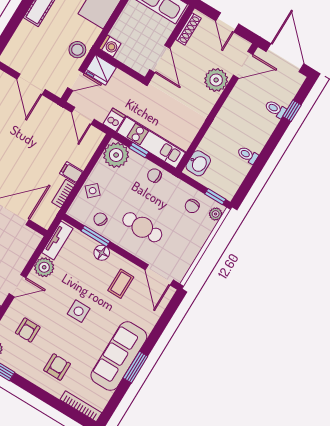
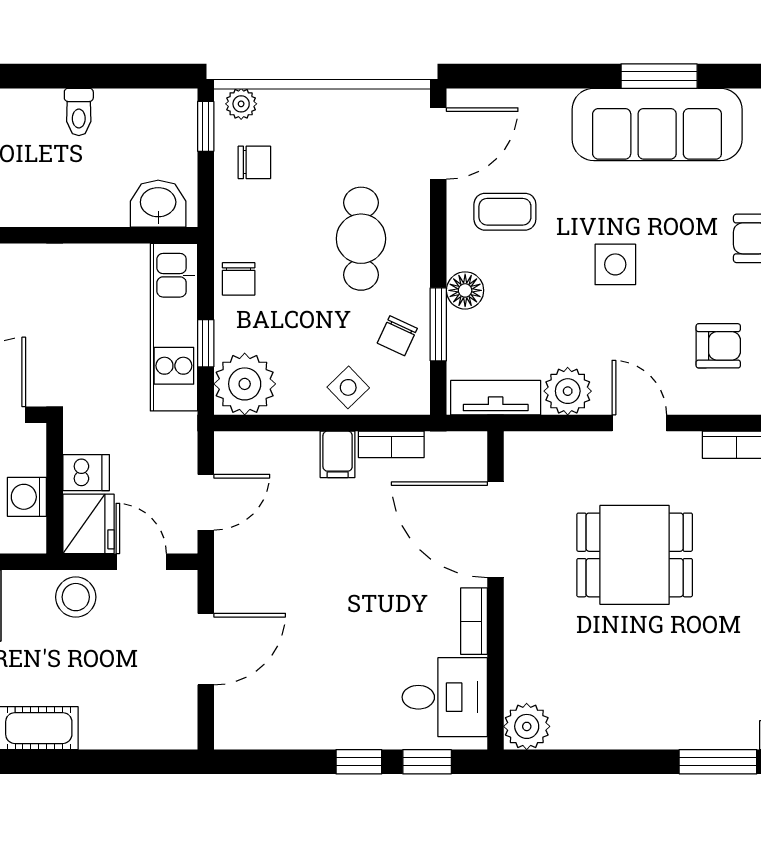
washing machine: (110, 46) -> (27, 497), moved, turned -90
dishwasher: (114, 120) -> (86, 473), moved, turned 180

